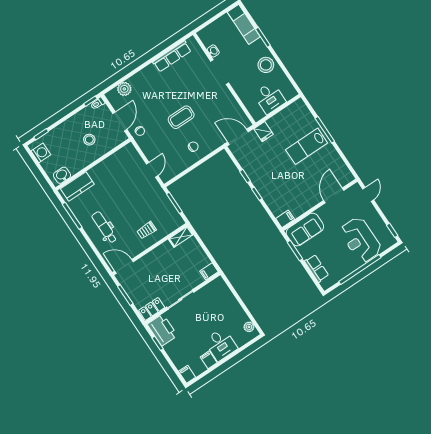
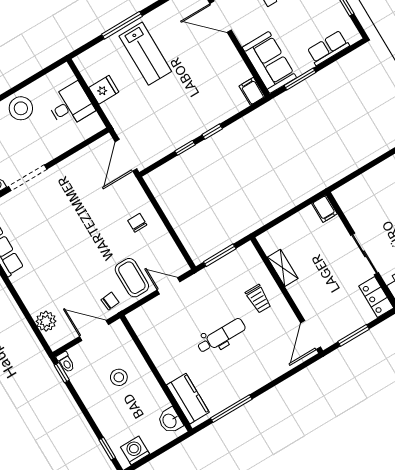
coffee table: (181, 117) -> (132, 278), moved
fridge: (263, 132) -> (104, 90), moved
dental chair: (104, 227) -> (221, 336), moved, turned 180
shelving: (181, 237) -> (283, 268), moved

